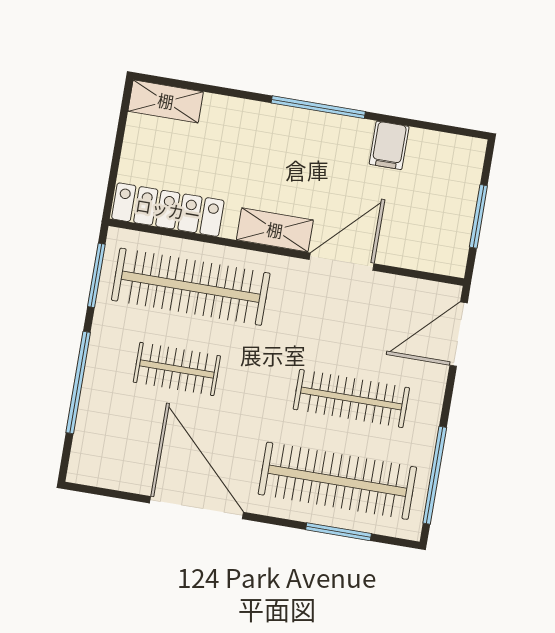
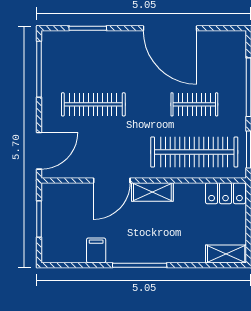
locker: (168, 210) -> (226, 193), width x0.66
clothes rail: (337, 481) -> (93, 57), removed

